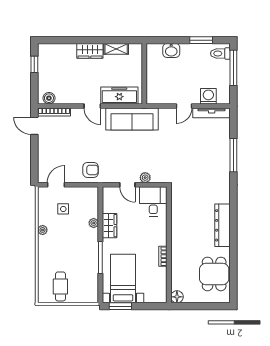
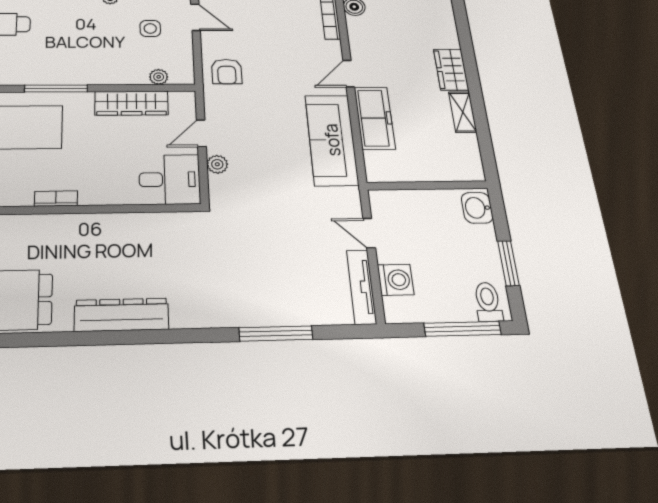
wall: (144, 74) -> (427, 185), moved
plant: (94, 223) -> (159, 77), moved
wardrobe: (109, 226) -> (131, 103), width x1.50

